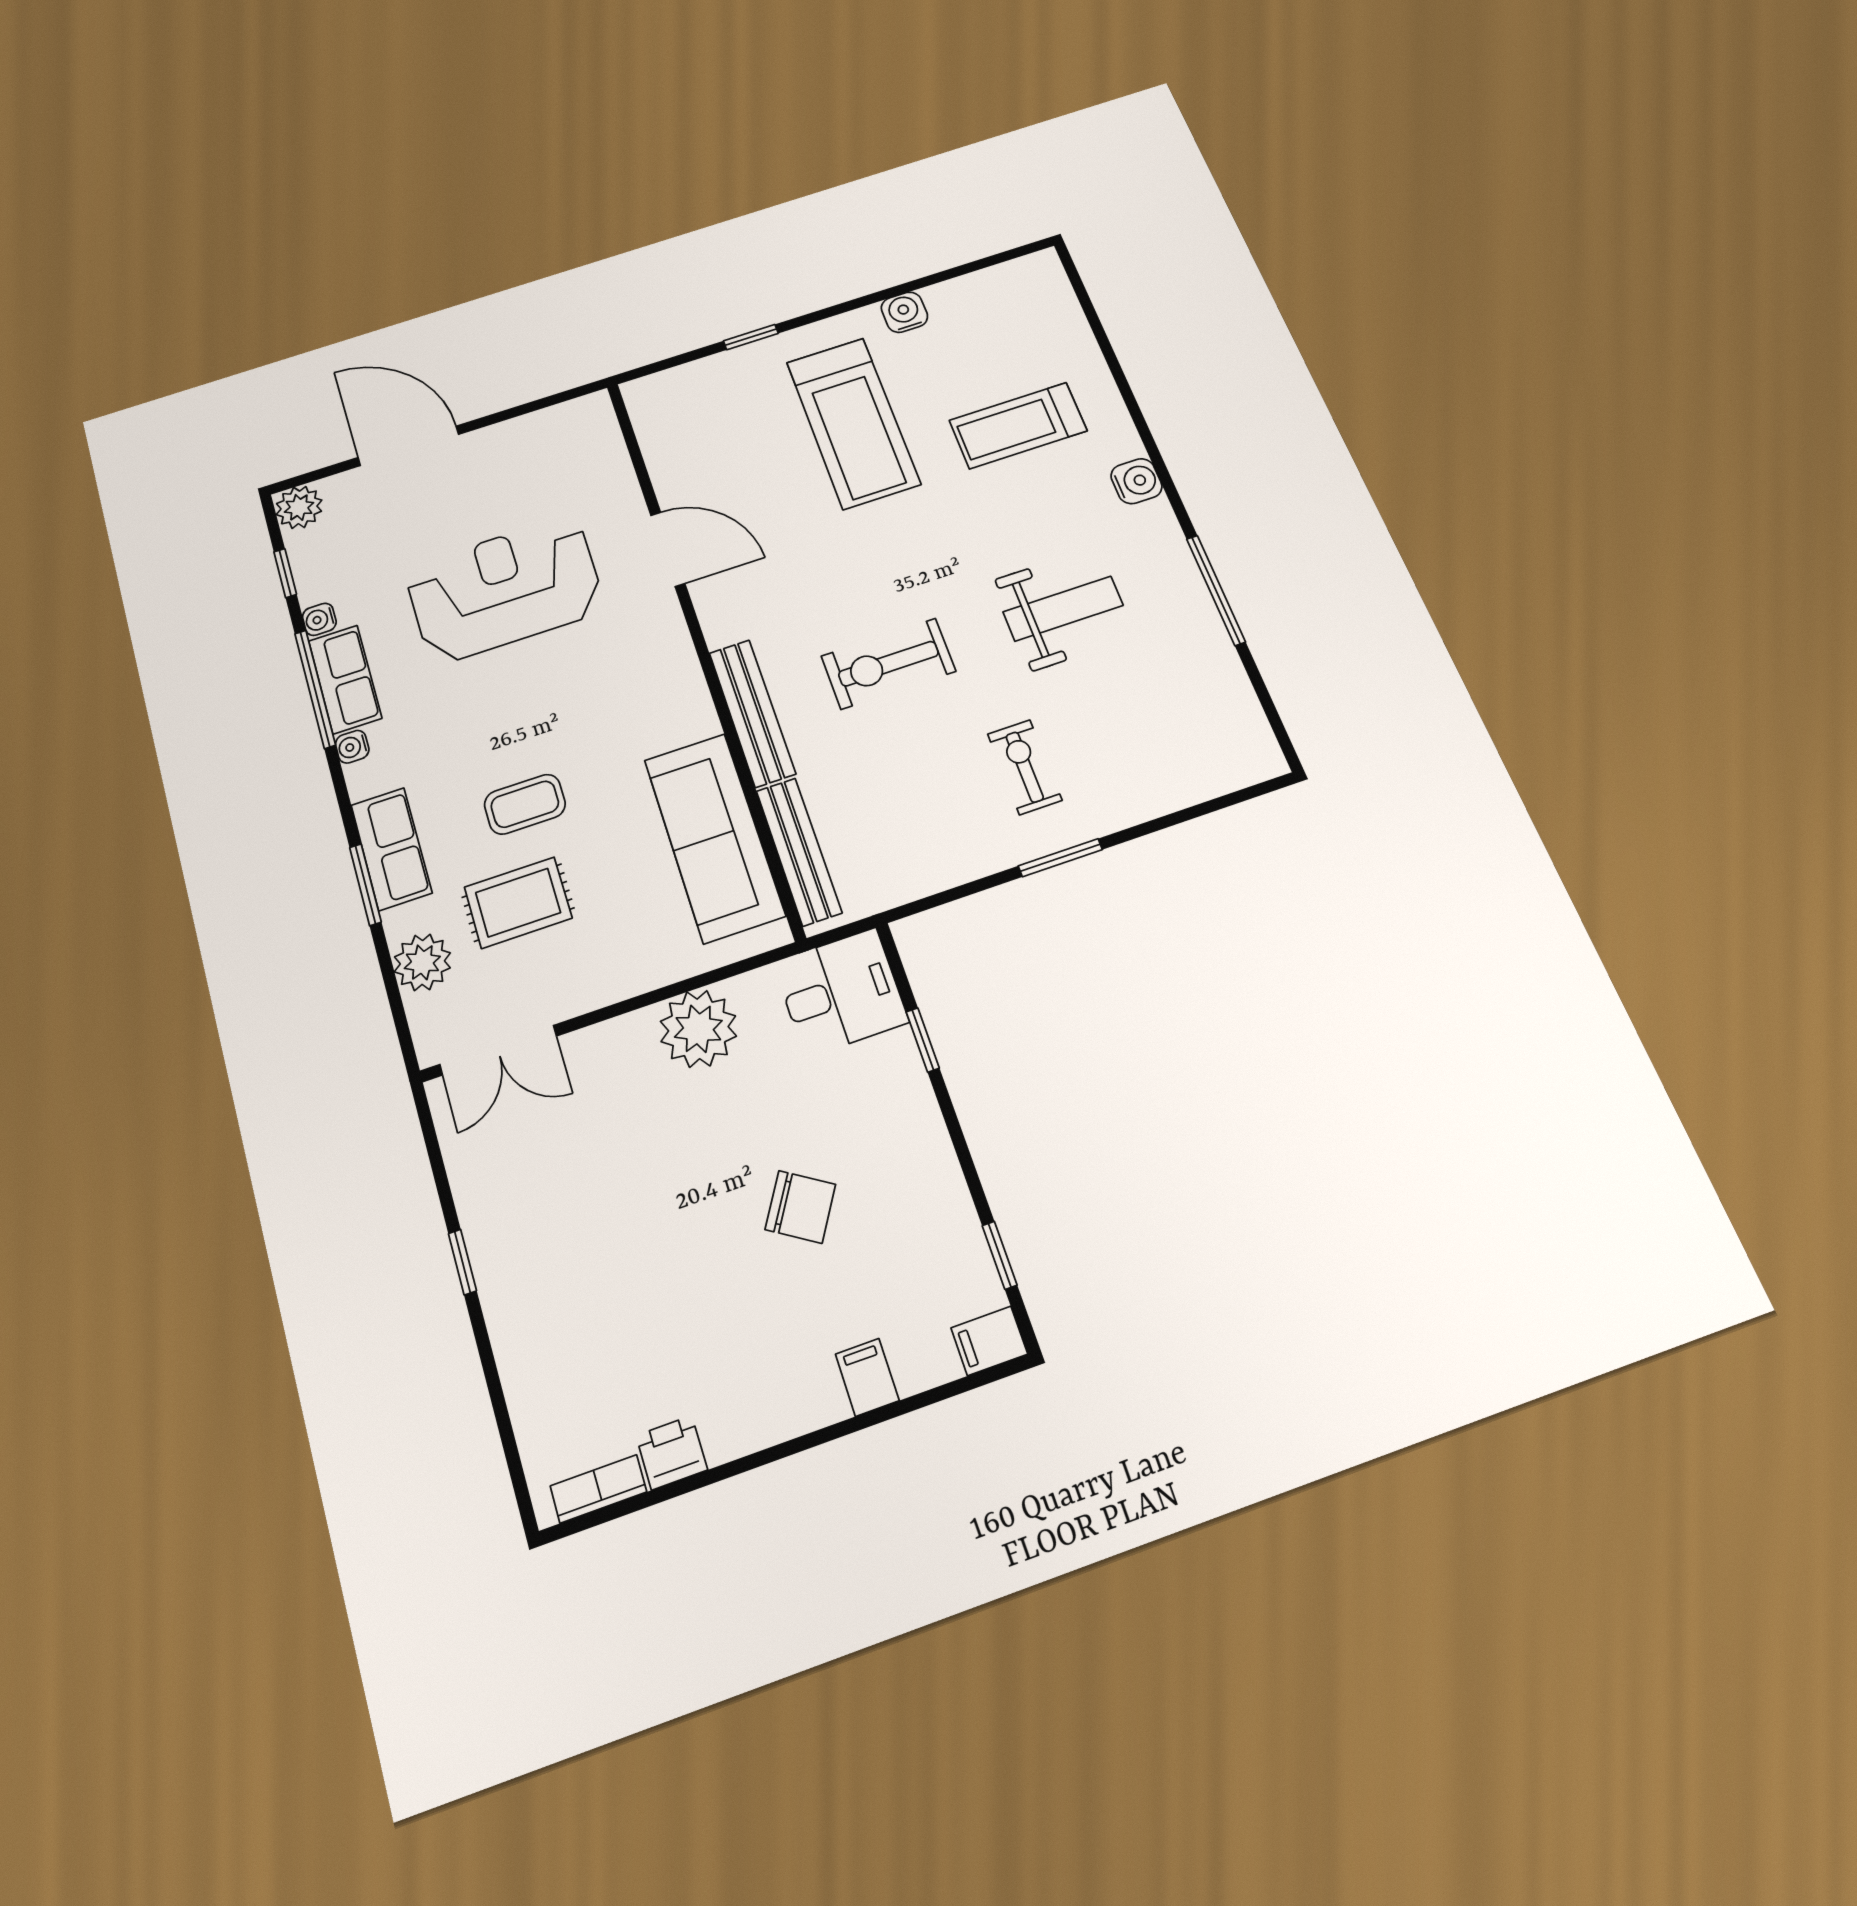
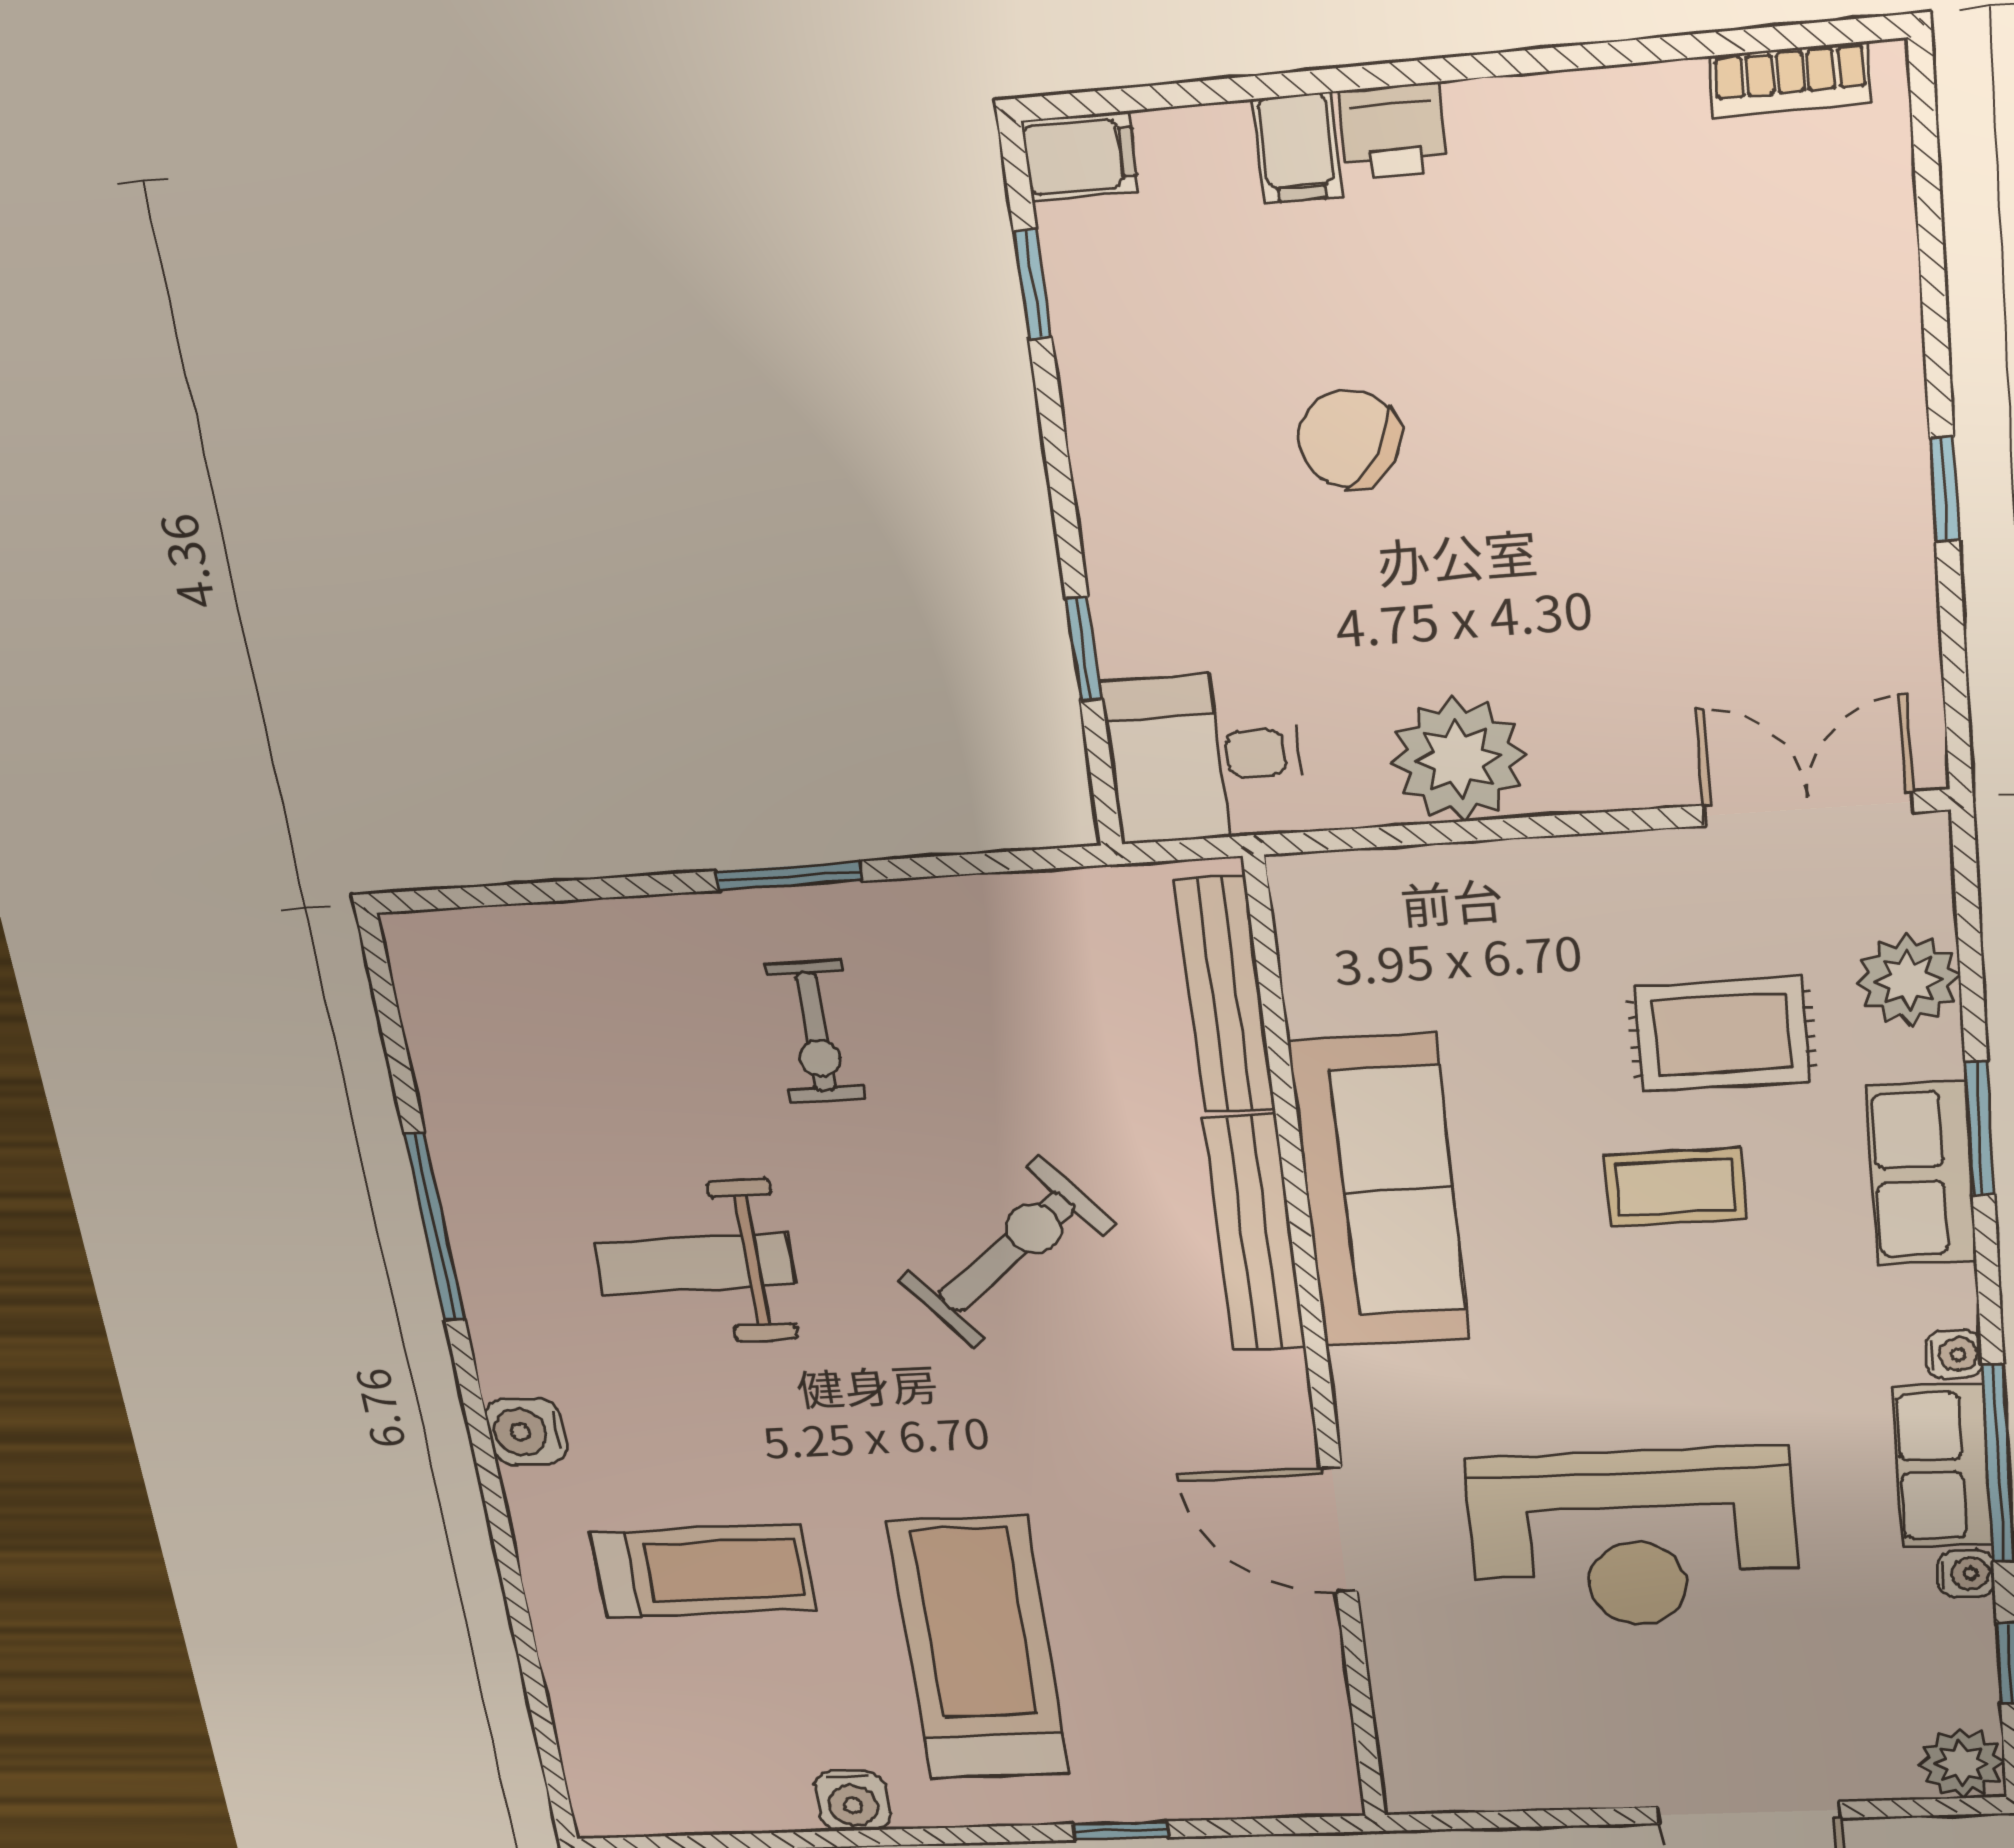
exercise bike: (888, 664) -> (1006, 1252), turned -39
sofa: (714, 837) -> (1380, 1192), moved
printer: (672, 1453) -> (1394, 132), moved

